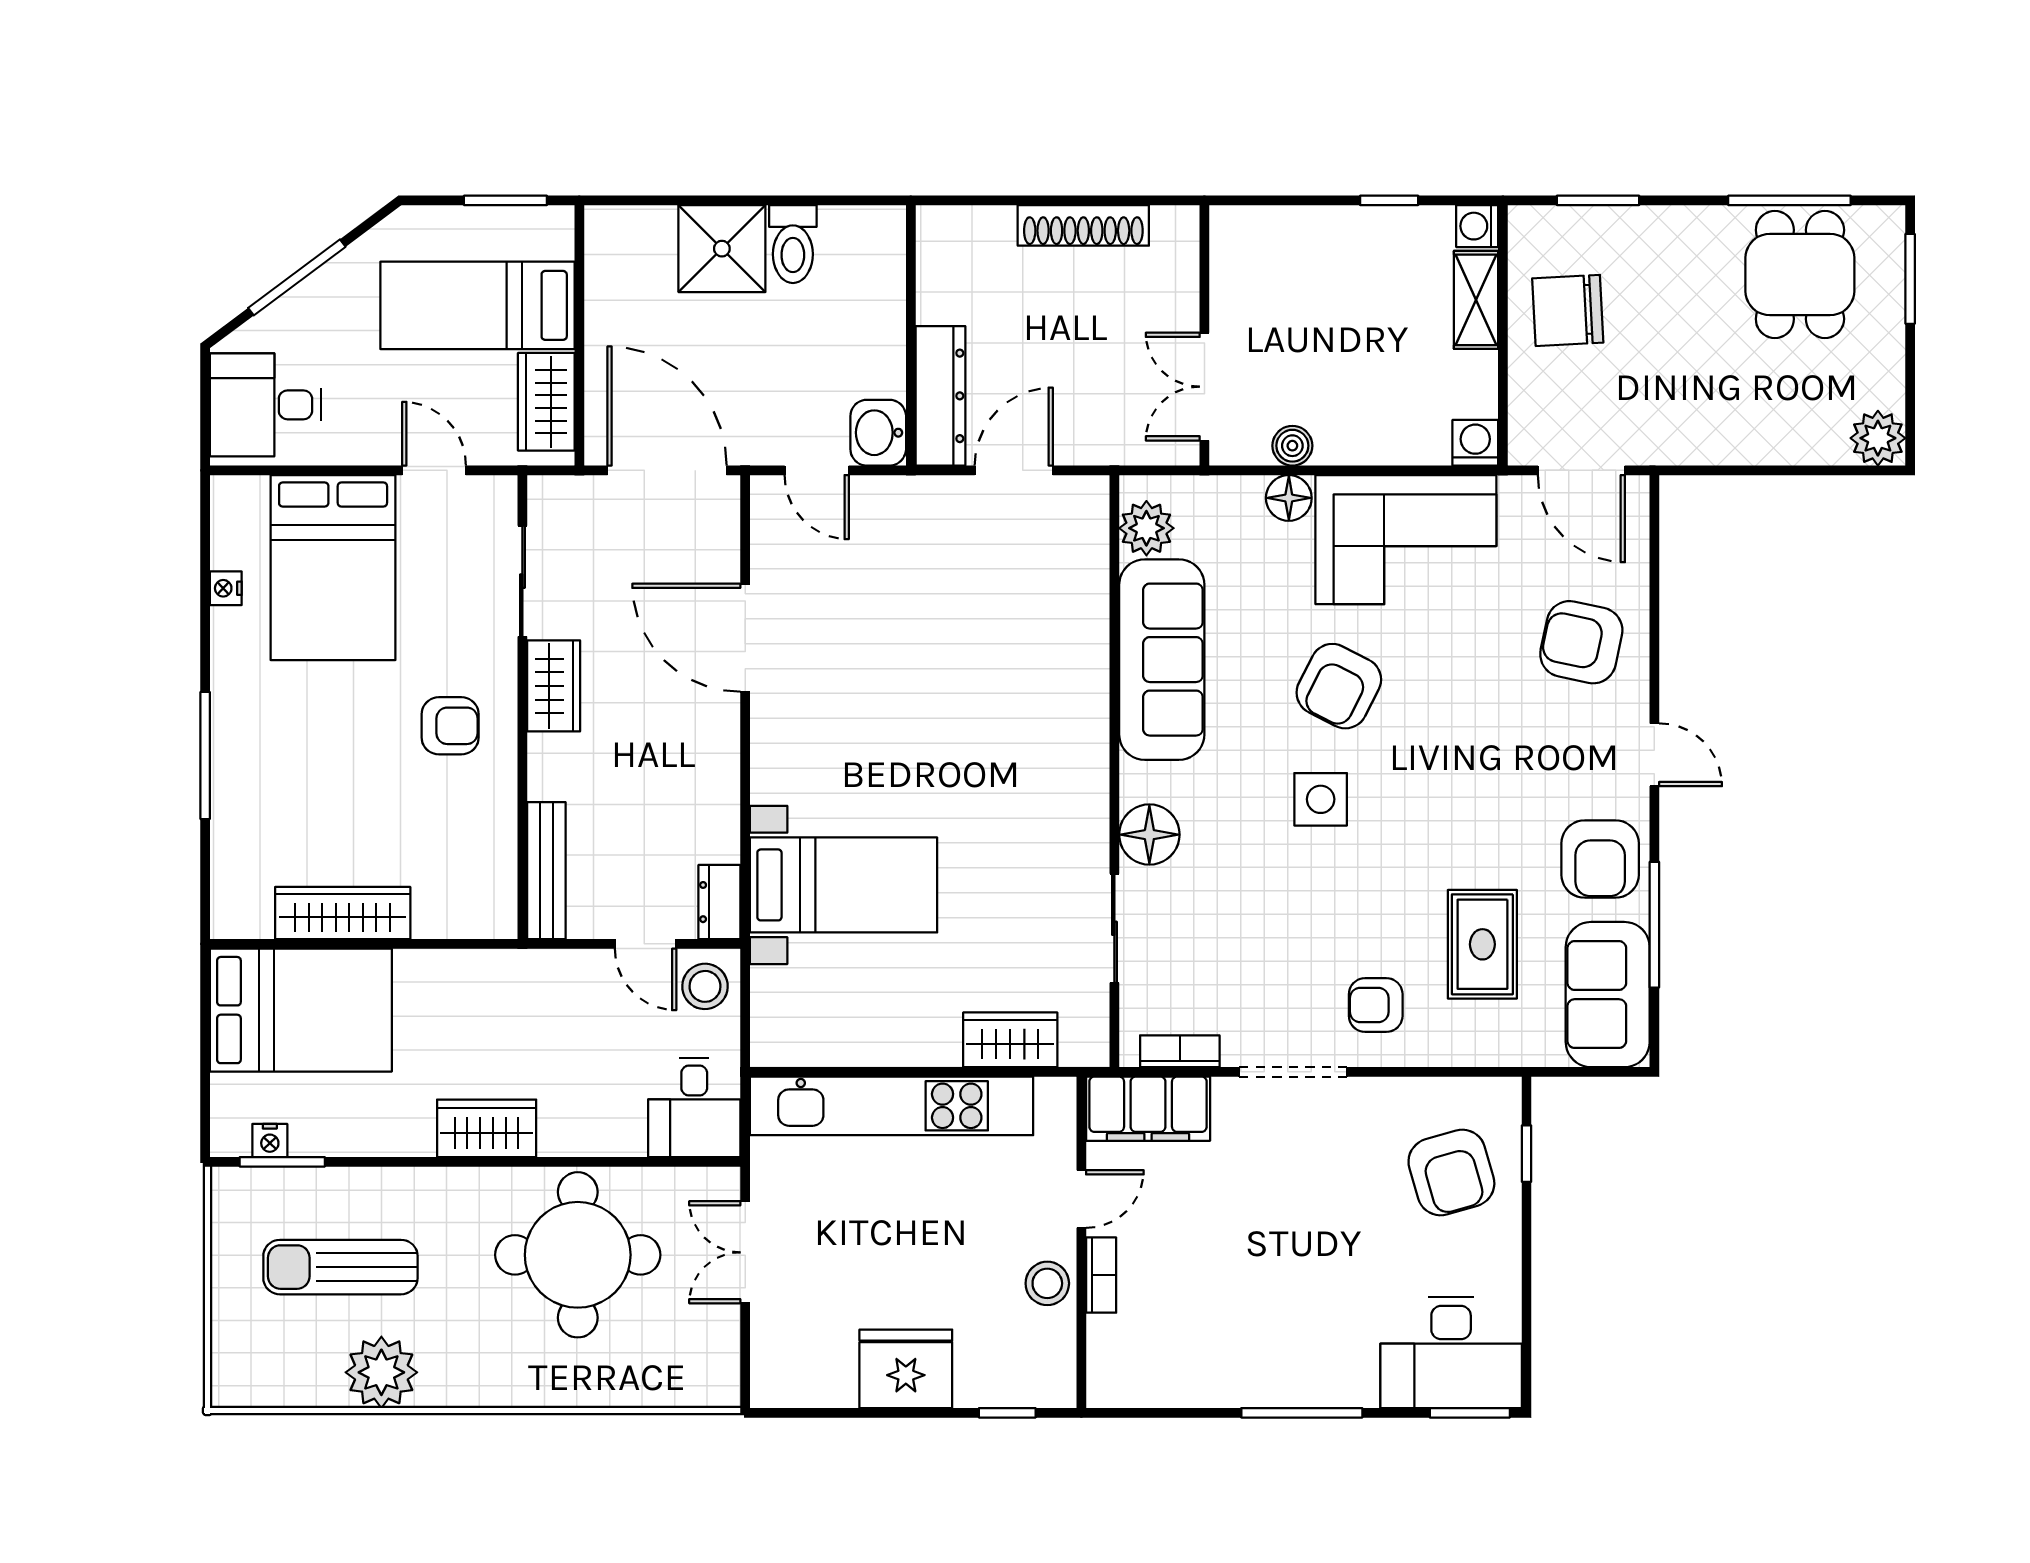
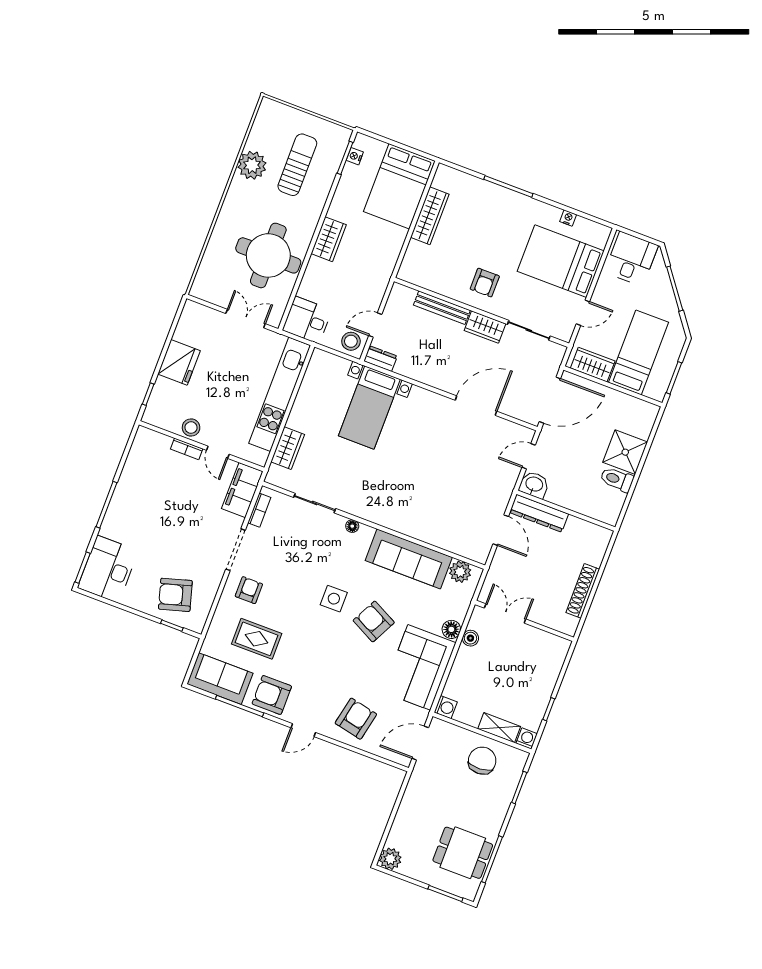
floor lamp: (1149, 835) -> (352, 526), width x0.53, depth x0.53
bench: (546, 871) -> (442, 308), moved

